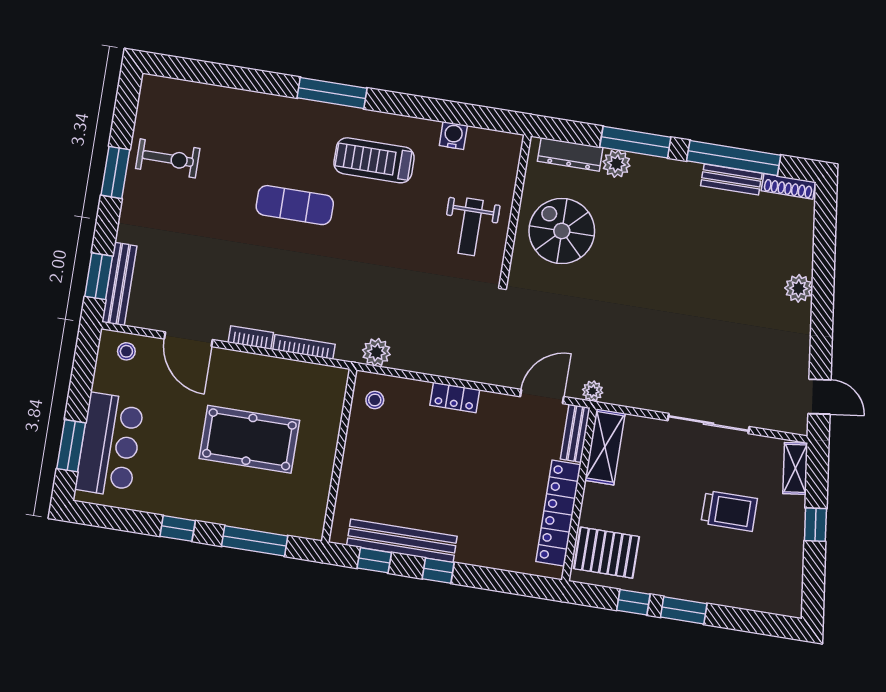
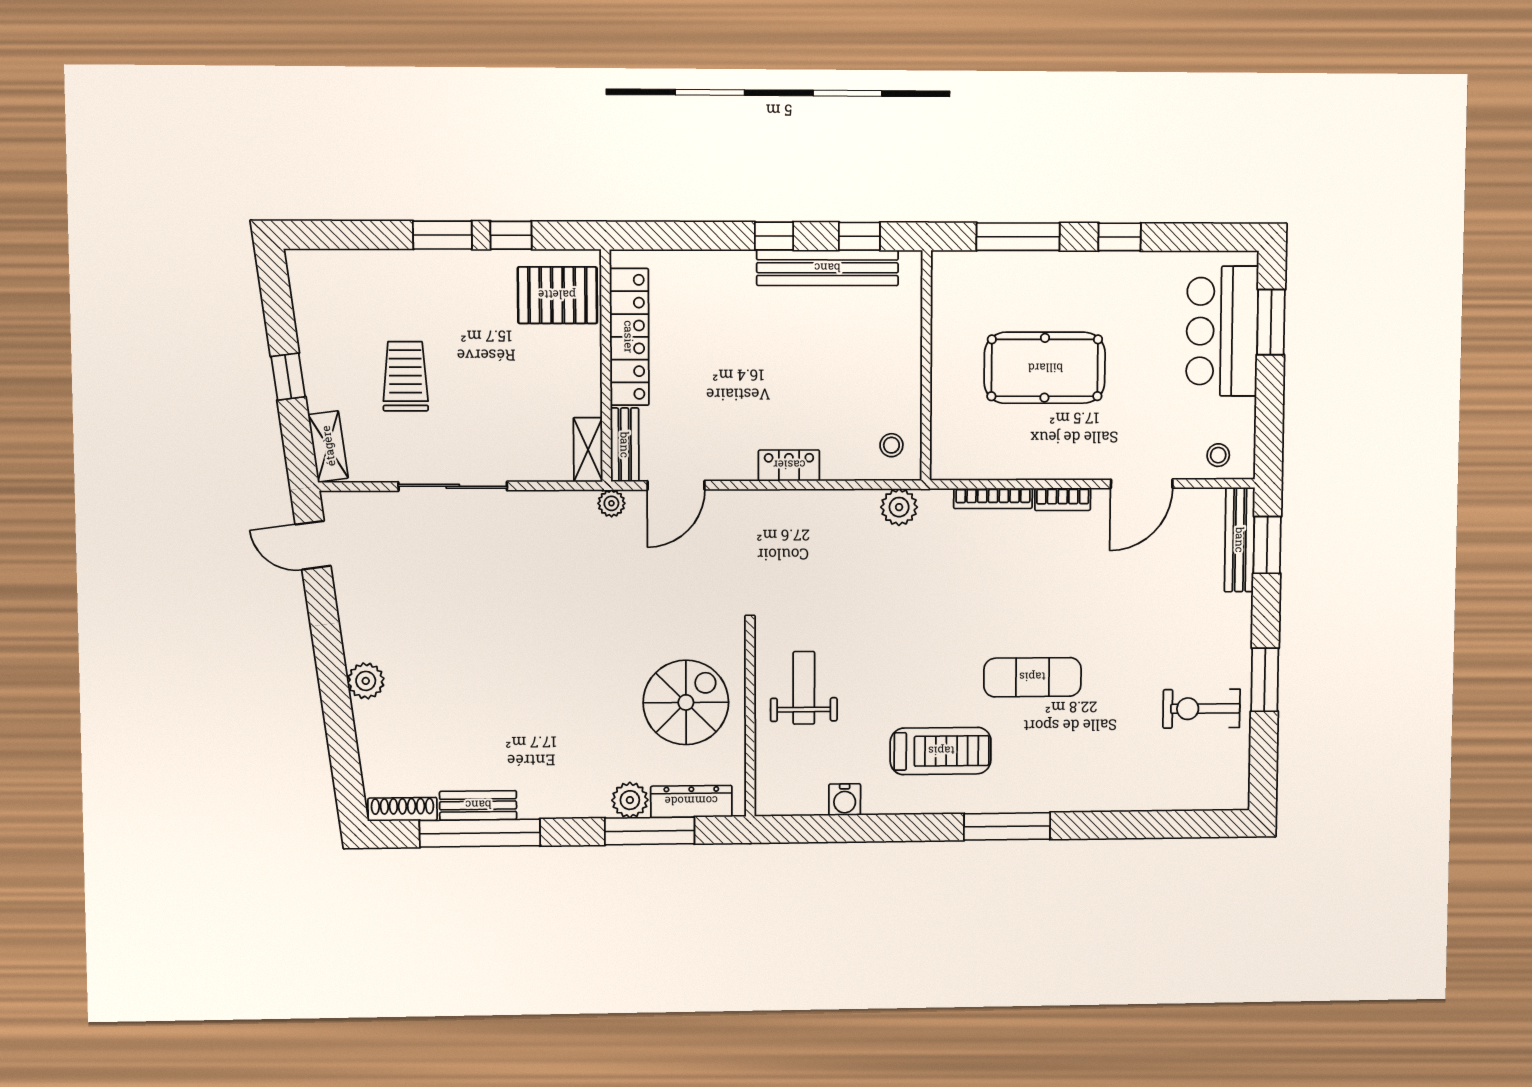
window: (635, 142) -> (650, 831), moved
spiral stairs: (562, 231) -> (686, 702), turned -90
door: (188, 339) -> (1142, 484), swing flipped
shelving: (605, 447) -> (588, 450), width x0.67, depth x0.75
trolley: (729, 511) -> (405, 376), turned 90

